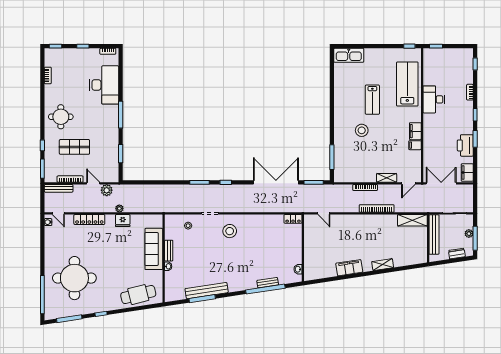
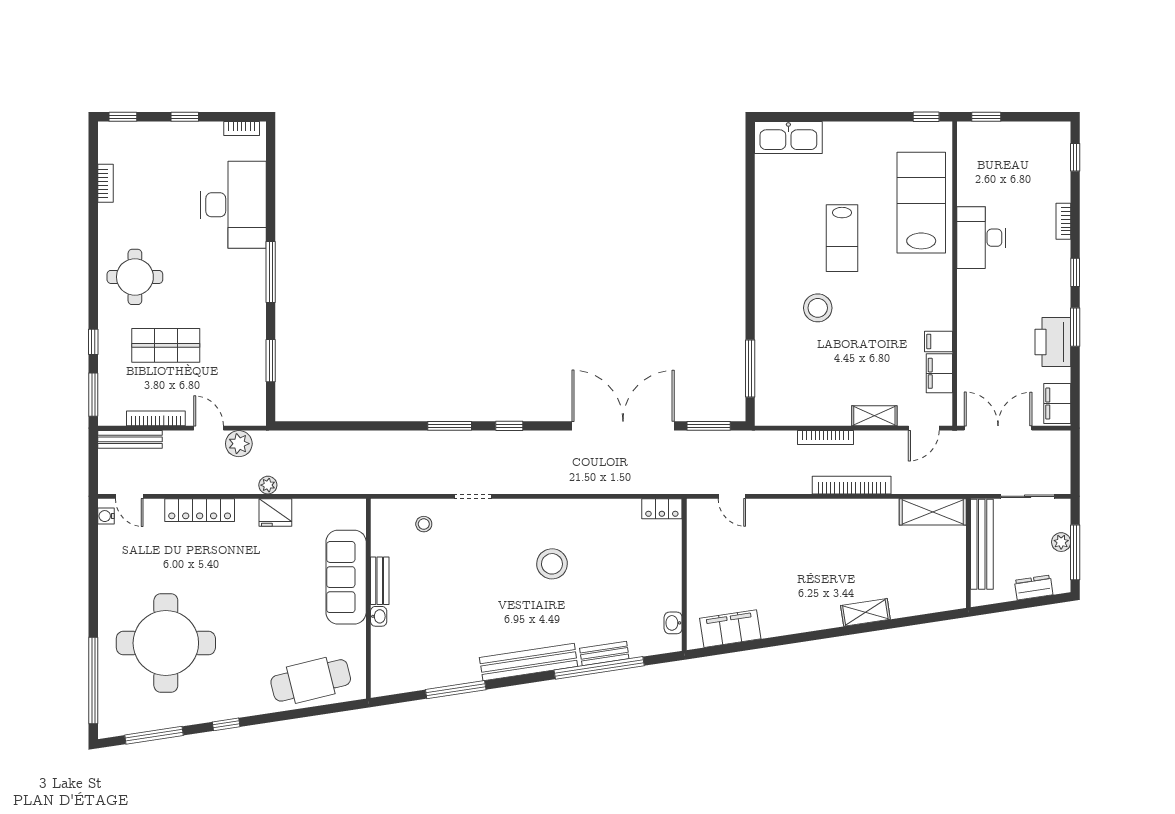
filing cabinet: (415, 131) -> (939, 373), moved
stool: (230, 231) -> (552, 564), moved
filing cabinet: (349, 268) -> (730, 629), moved
bench: (207, 291) -> (529, 662), moved

